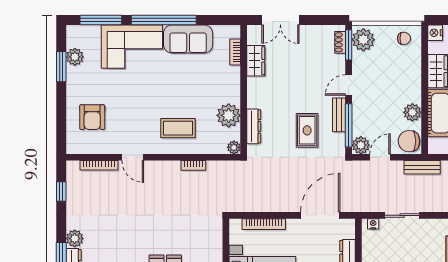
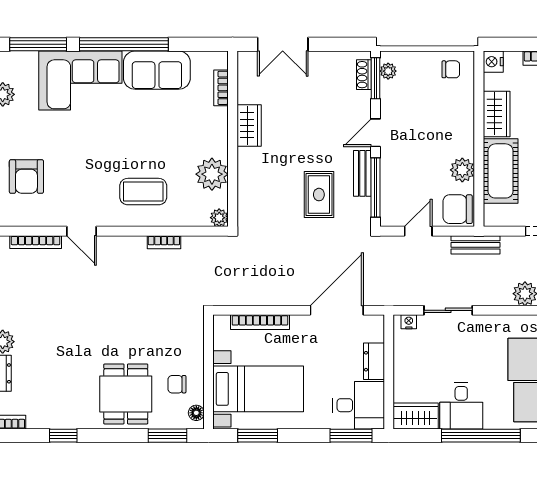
plant: (363, 40) -> (388, 71), width x0.53, depth x0.53
wardrobe: (256, 61) -> (249, 125), moved
dresser: (254, 126) -> (246, 189), removed
plant: (361, 145) -> (392, 215), removed

